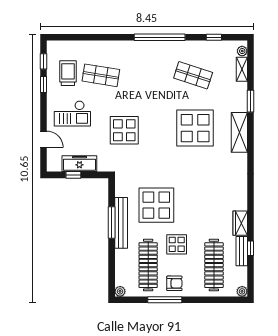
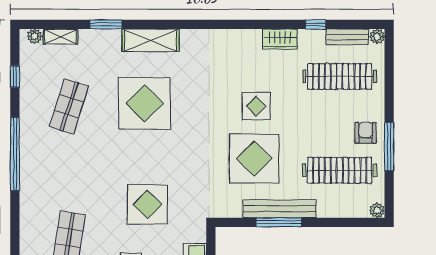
display table: (177, 244) -> (256, 106), moved
bench: (242, 251) -> (347, 37), moved

